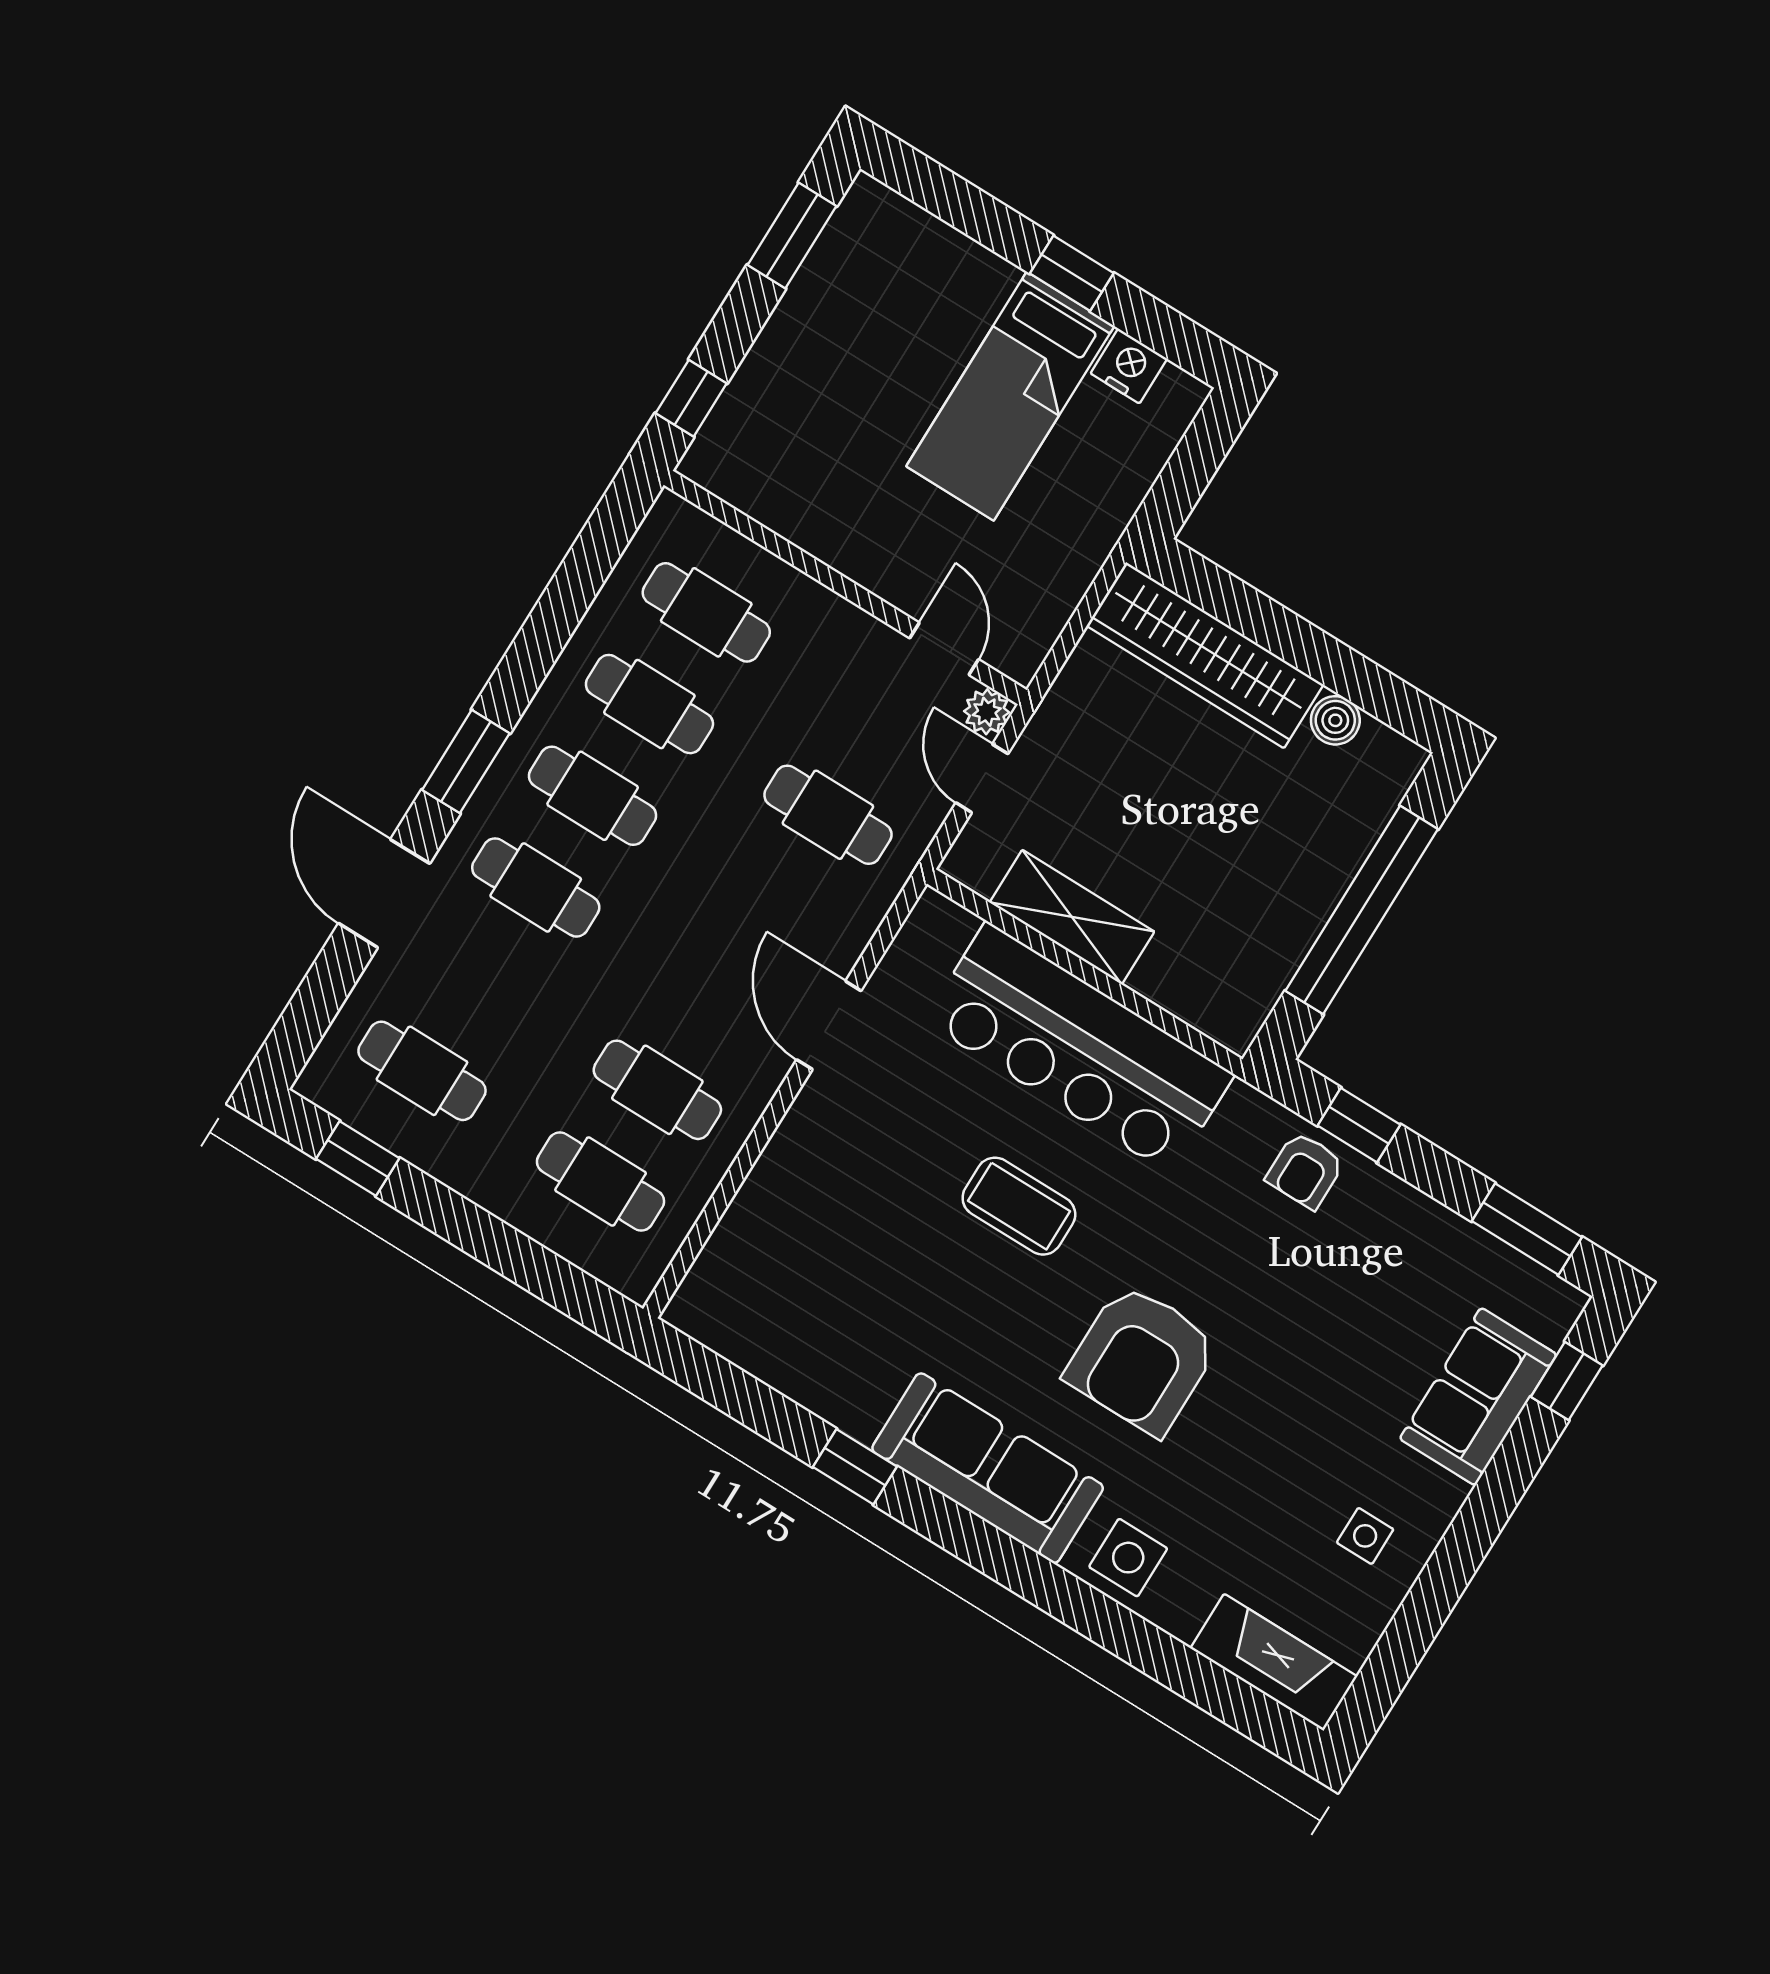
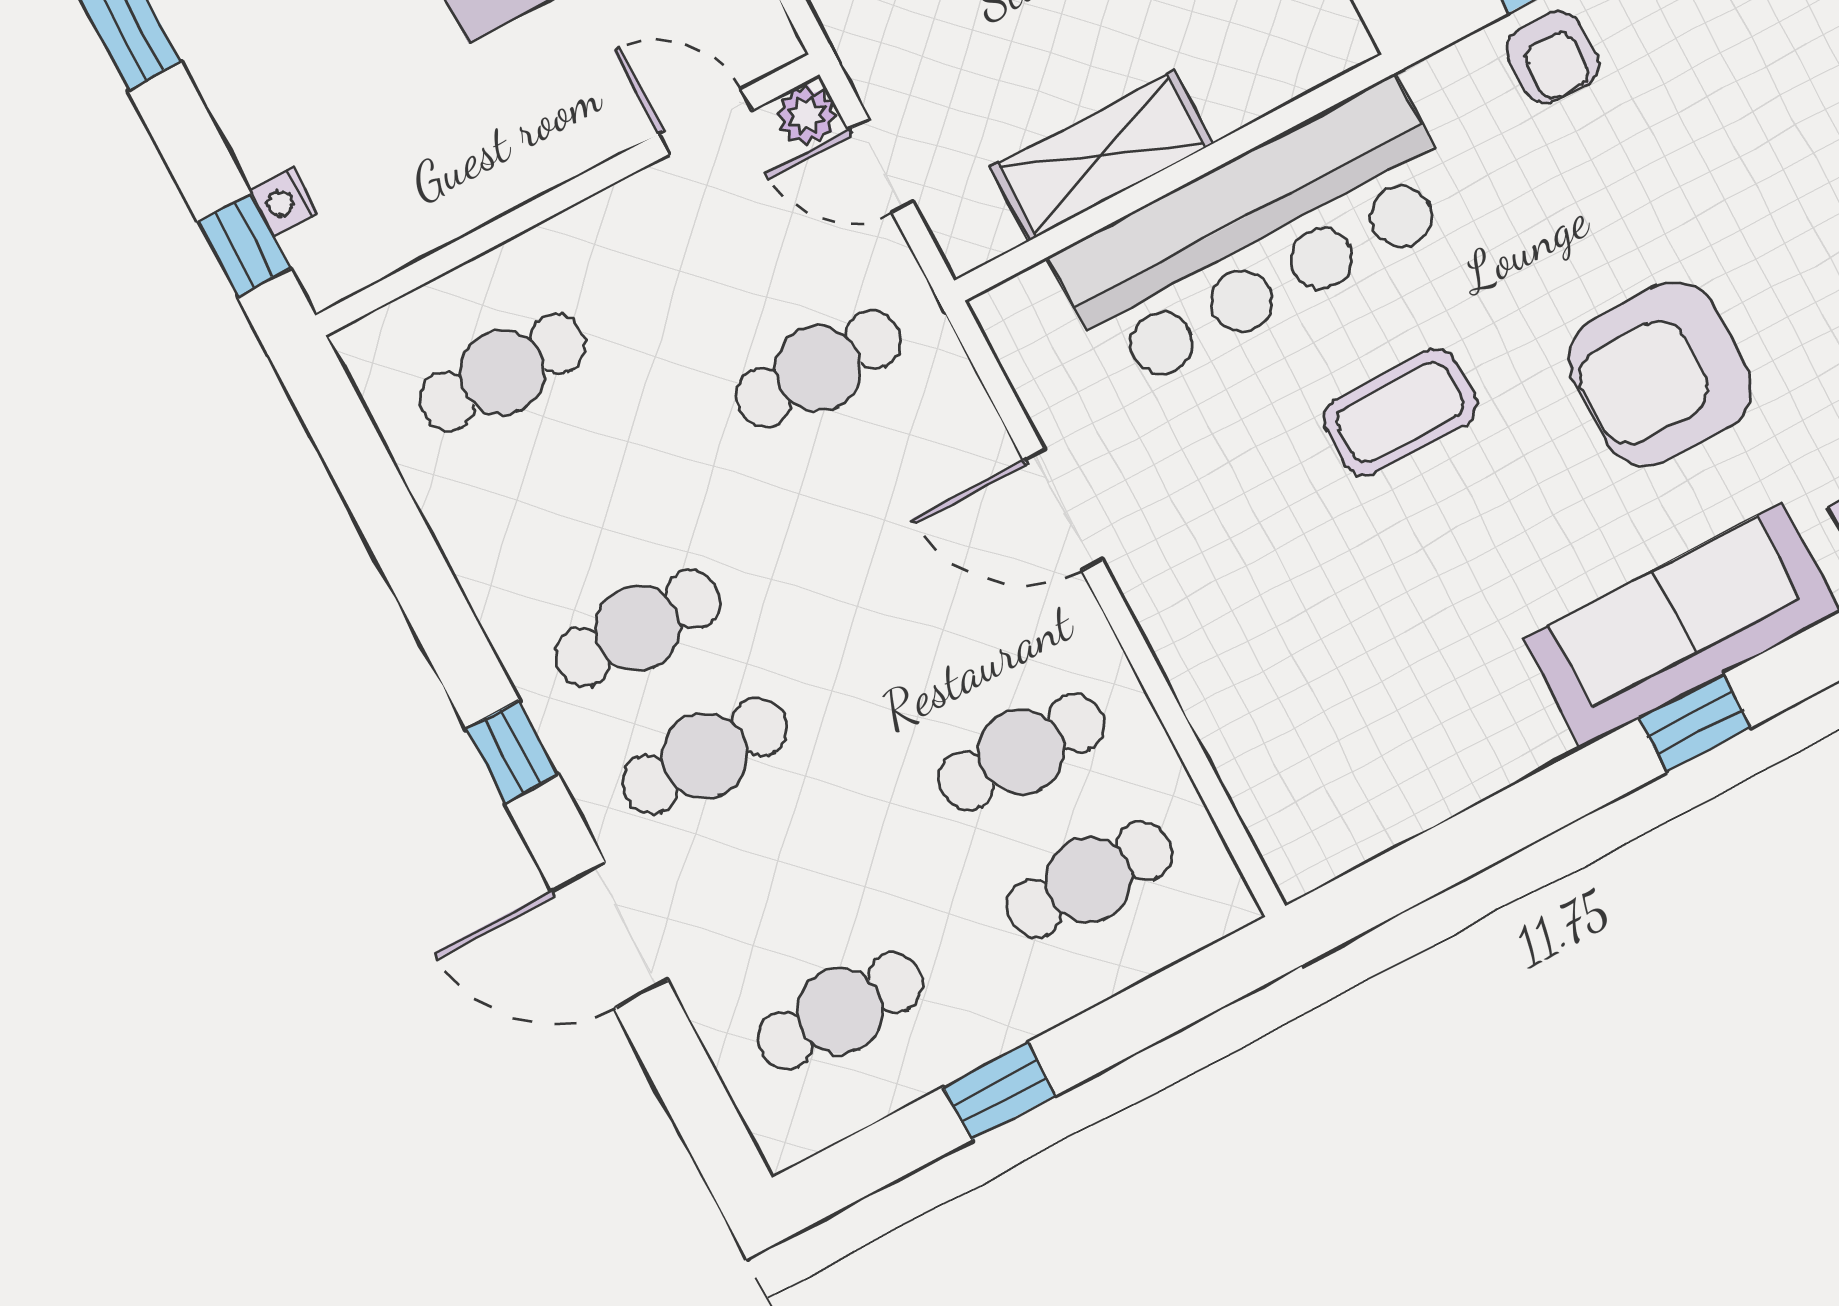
nightstand: (734, 407) -> (283, 202), added
cafe table: (649, 704) -> (570, 500), removed
window: (466, 762) -> (512, 752), width x0.67
window: (358, 1158) -> (1000, 1091), moved
armchair: (1142, 1359) -> (1660, 374), turned 90
window: (855, 1467) -> (1695, 723), moved

